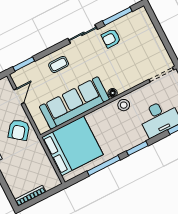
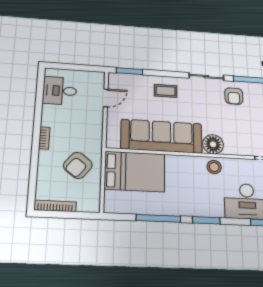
armchair: (111, 38) -> (234, 96), turned -90
floor lamp: (113, 93) -> (213, 144), width x1.89, depth x1.89
armchair: (19, 130) -> (78, 165), moved
bed: (72, 146) -> (135, 171), width x0.73

